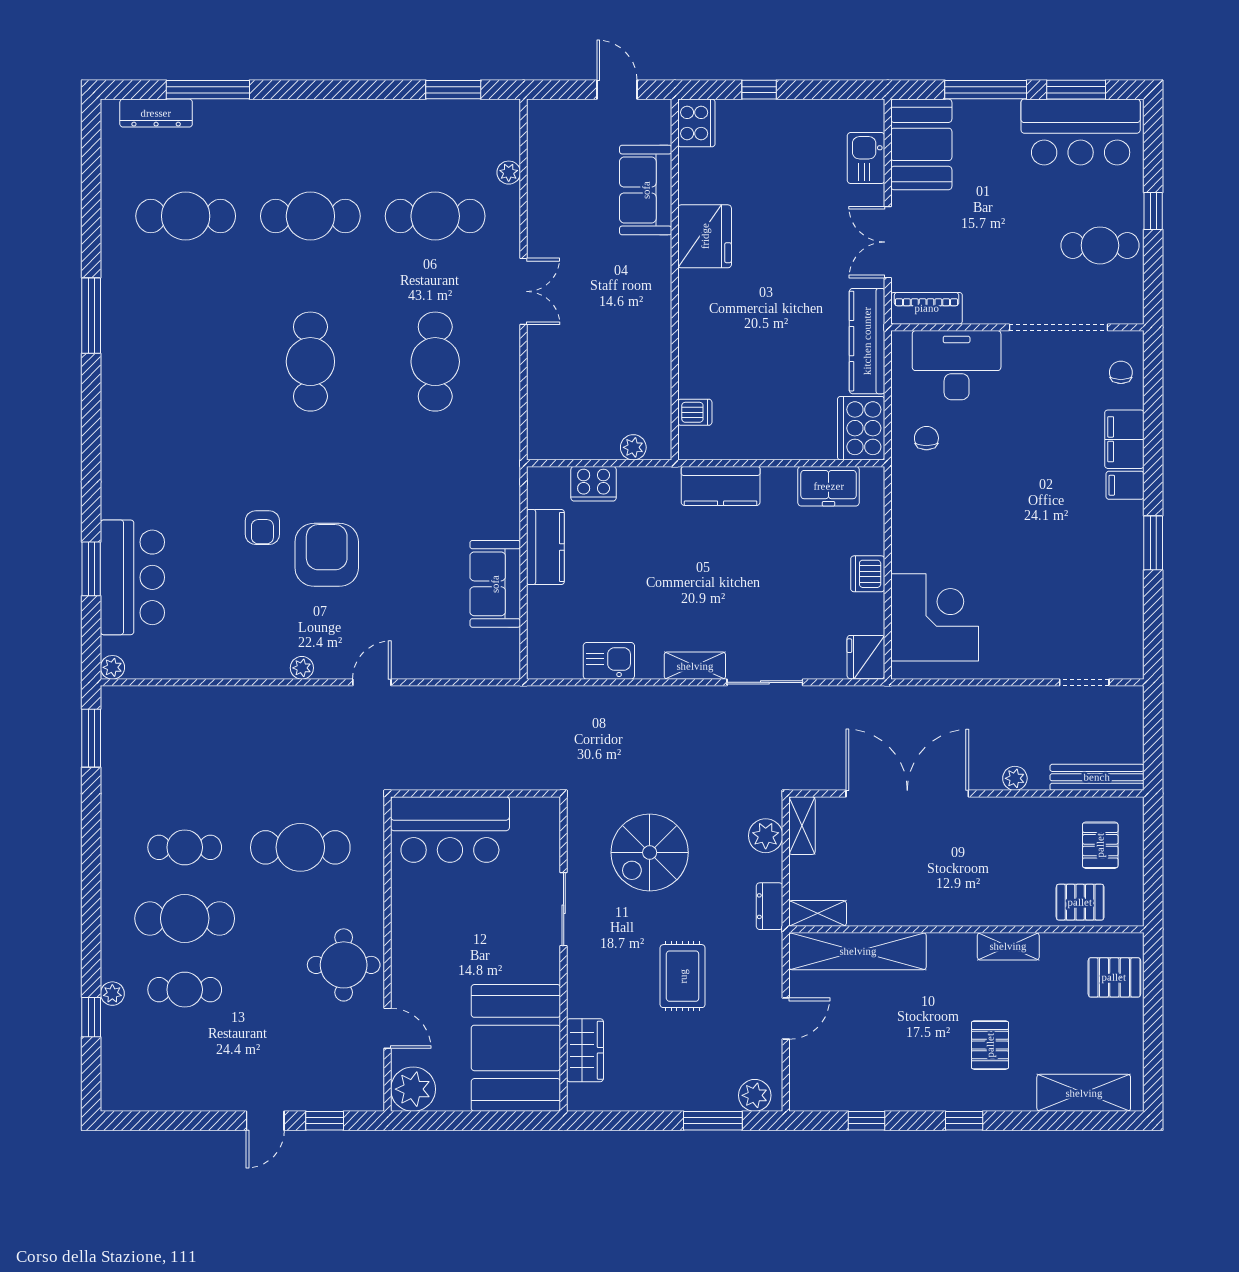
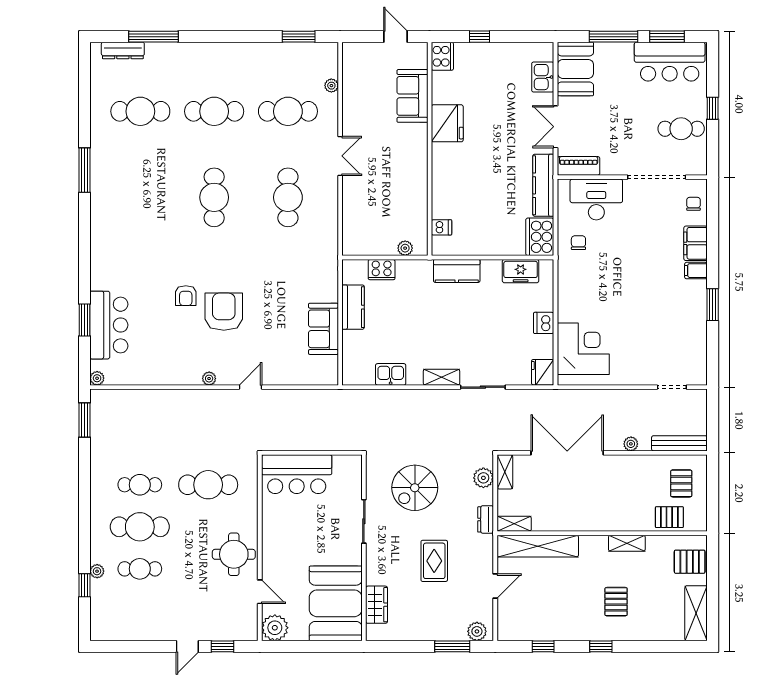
shelving: (1084, 1093) -> (696, 613), moved, turned 90

